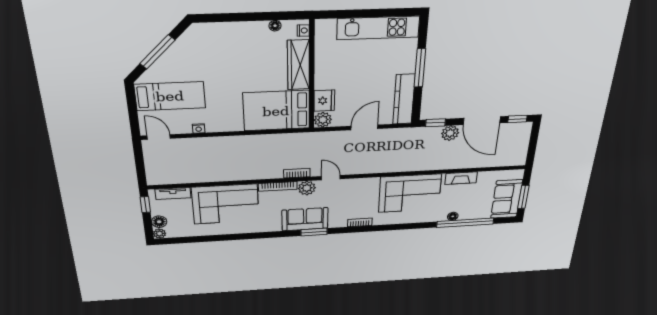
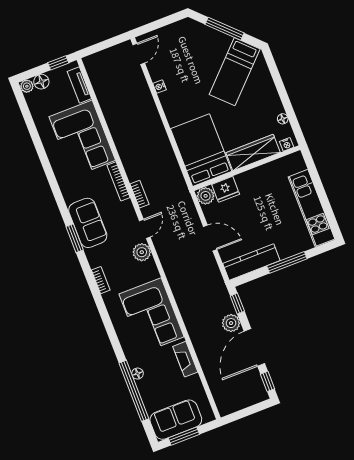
bed: (170, 96) -> (235, 72), moved, turned 45
plant: (307, 188) -> (142, 252), moved

